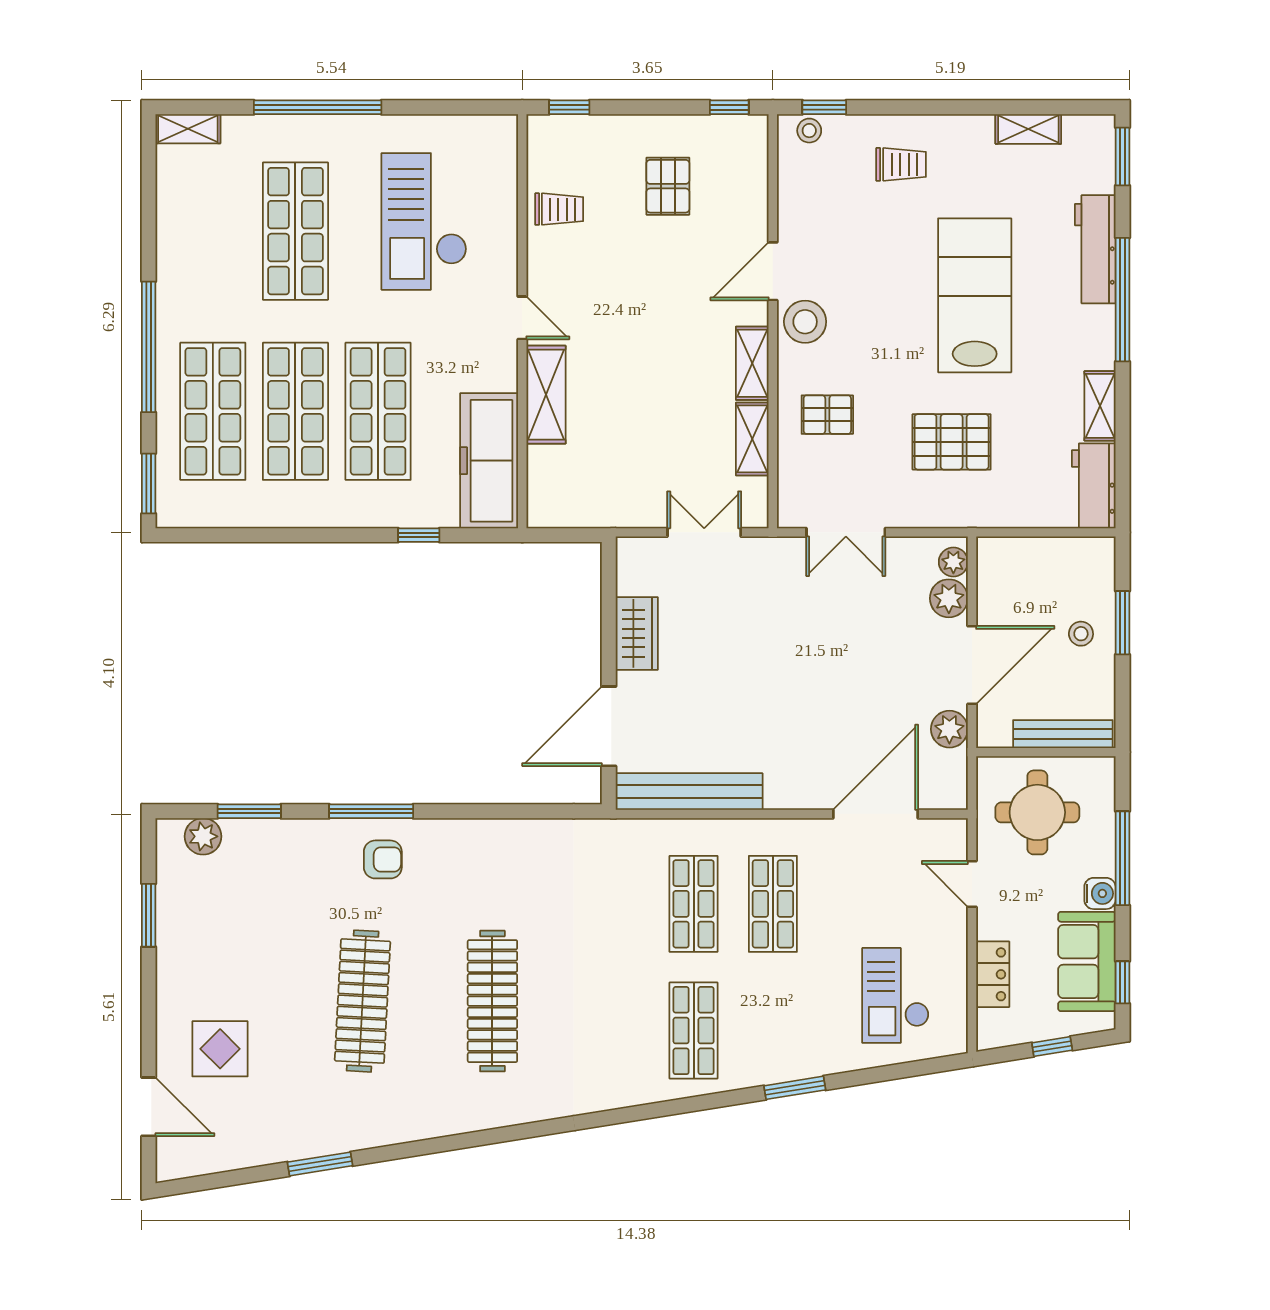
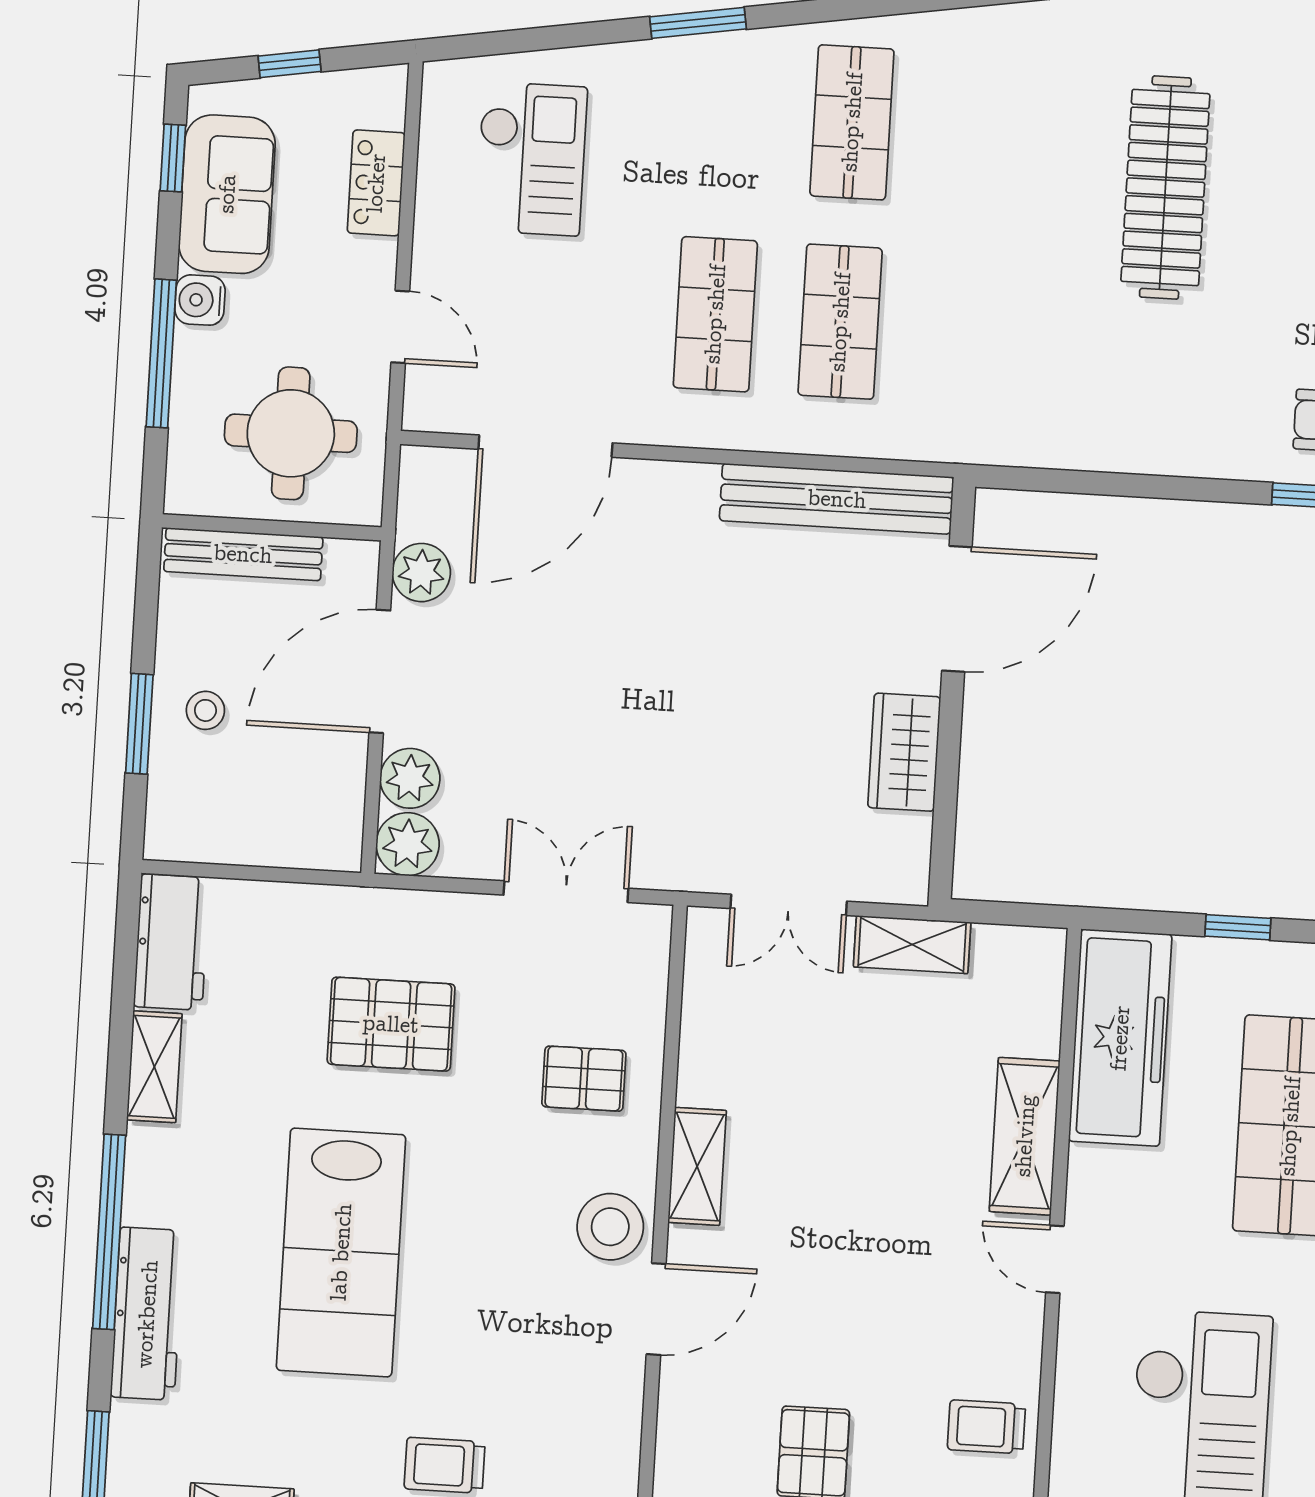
shelving: (752, 439) -> (912, 945), moved, turned 90
plant: (953, 562) -> (408, 844), width x1.38, depth x1.38

